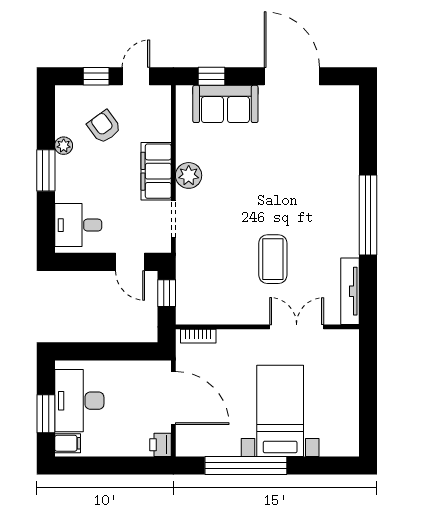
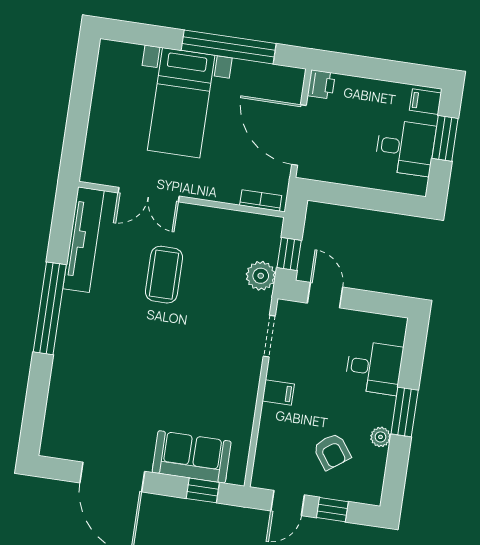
filing cabinet: (156, 171) -> (278, 392), width x0.33, depth x0.86
plant: (189, 175) -> (261, 276), moved
desk: (78, 225) -> (374, 368), moved
tv unit: (350, 291) -> (84, 240), width x1.36, depth x1.29
desk: (79, 401) -> (405, 148), width x0.73

